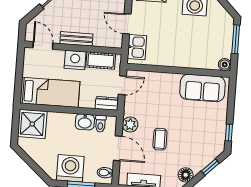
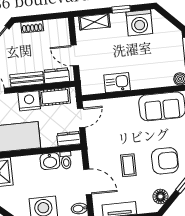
dresser: (106, 40) -> (57, 76), added
kitchen sink: (137, 47) -> (117, 83), moved, turned -90
plant: (130, 125) -> (96, 156), removed
armchair: (196, 141) -> (165, 161), added

